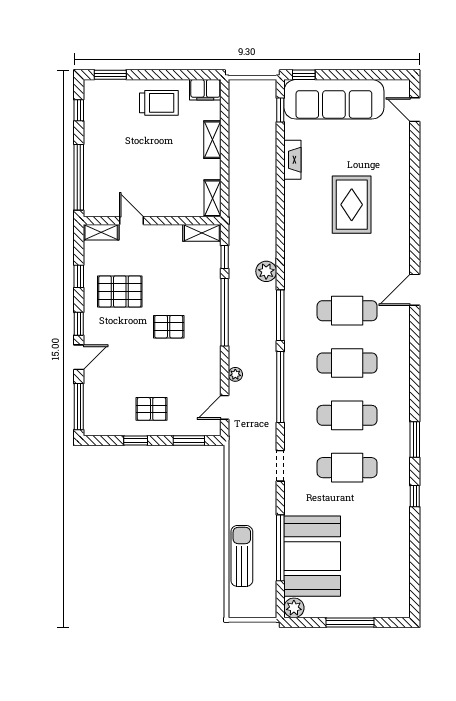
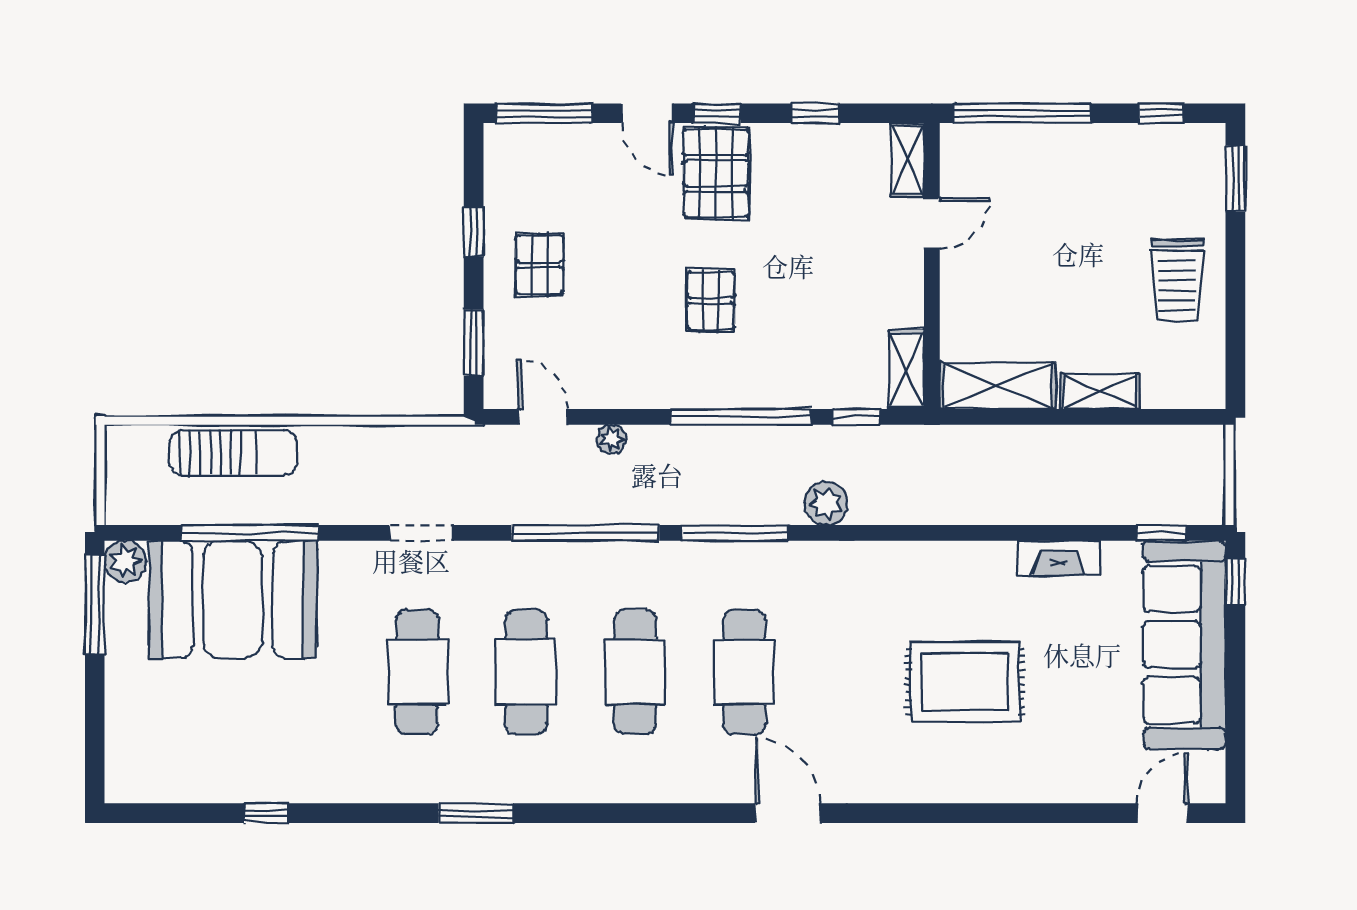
filing cabinet: (205, 90) -> (1204, 377), removed
shelving: (212, 198) -> (998, 386), width x1.50, depth x1.33
pallet: (120, 292) -> (716, 173), moved
window: (415, 496) -> (266, 813), moved
window: (350, 622) -> (95, 605), moved

